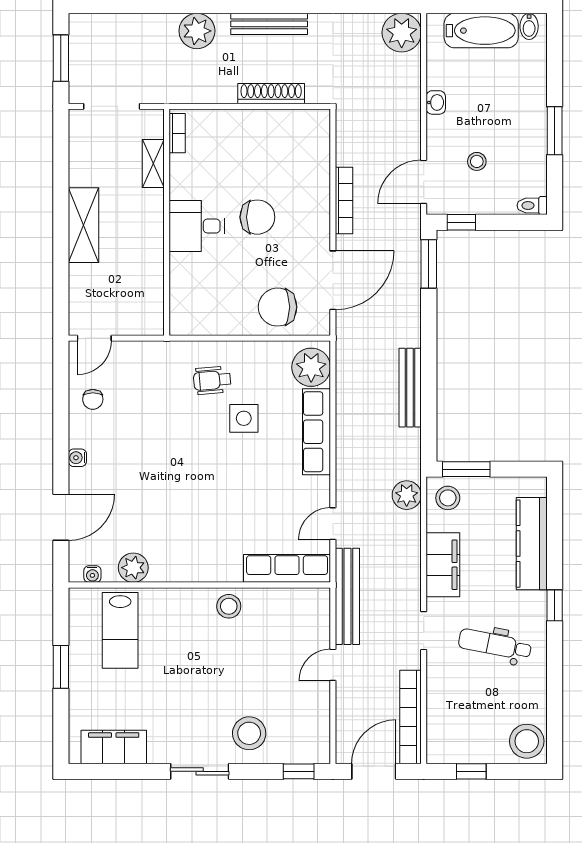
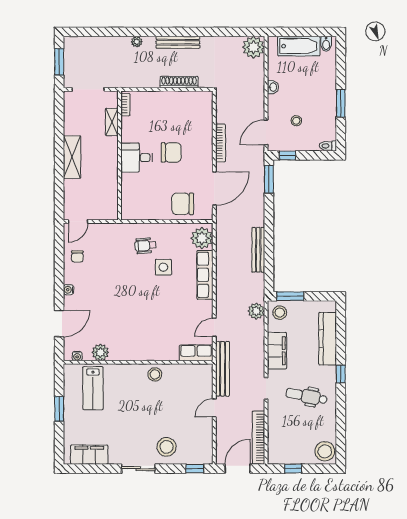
plant: (197, 31) -> (137, 42), width x0.53, depth x0.53
row of seats: (287, 568) -> (196, 353), width x0.68

